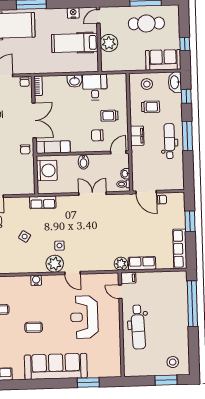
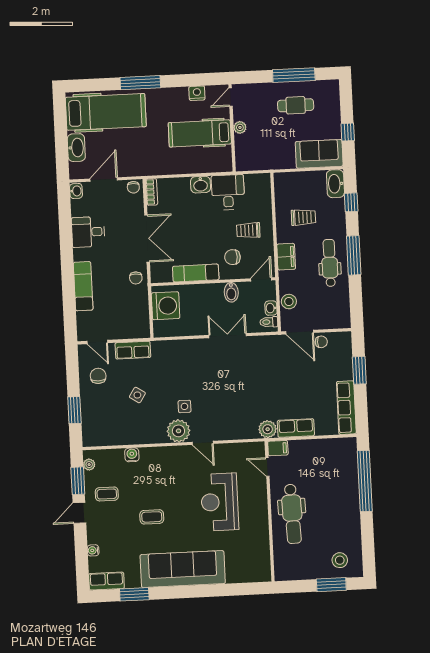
cafe table: (146, 23) -> (296, 105), width x0.73, depth x0.74
plant: (109, 43) -> (240, 127), width x0.53, depth x0.53
stool: (147, 84) -> (289, 302), moved
exam couch: (53, 147) -> (196, 273), moved
bidet: (83, 162) -> (231, 292), moved
row of seats: (43, 202) -> (133, 350), moved
water cooler: (36, 280) -> (132, 455), moved
window: (88, 382) -> (134, 594), moved

